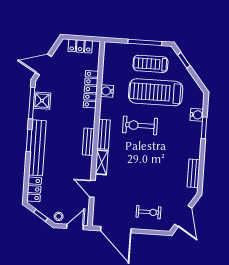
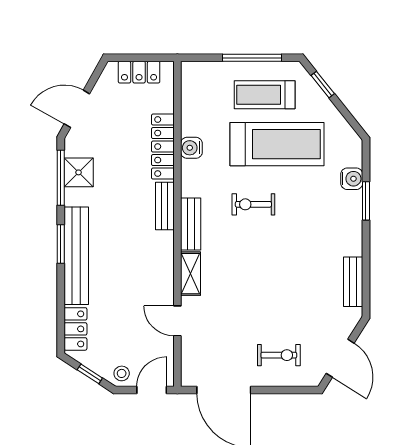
treadmill: (156, 92) -> (277, 144), turned 180
exercise bike: (140, 126) -> (253, 204), width x0.73, depth x0.72
bench: (88, 142) -> (165, 206), moved

